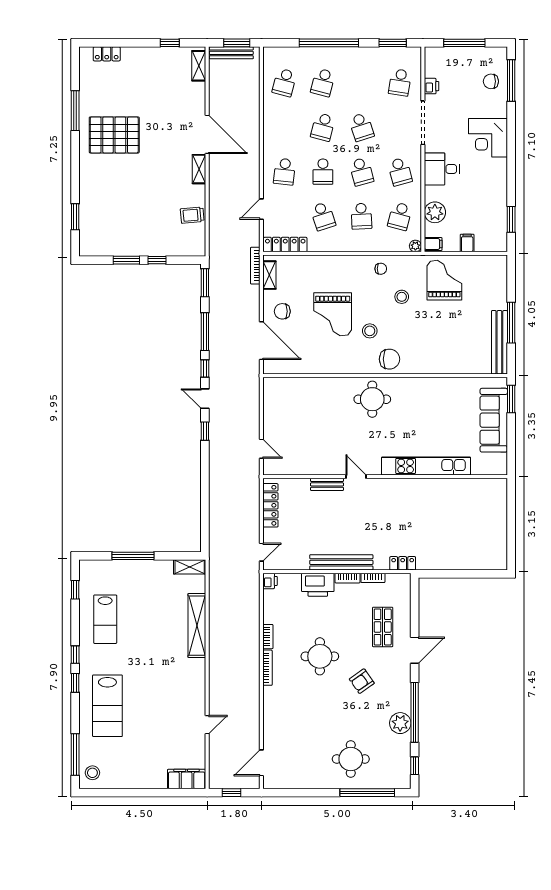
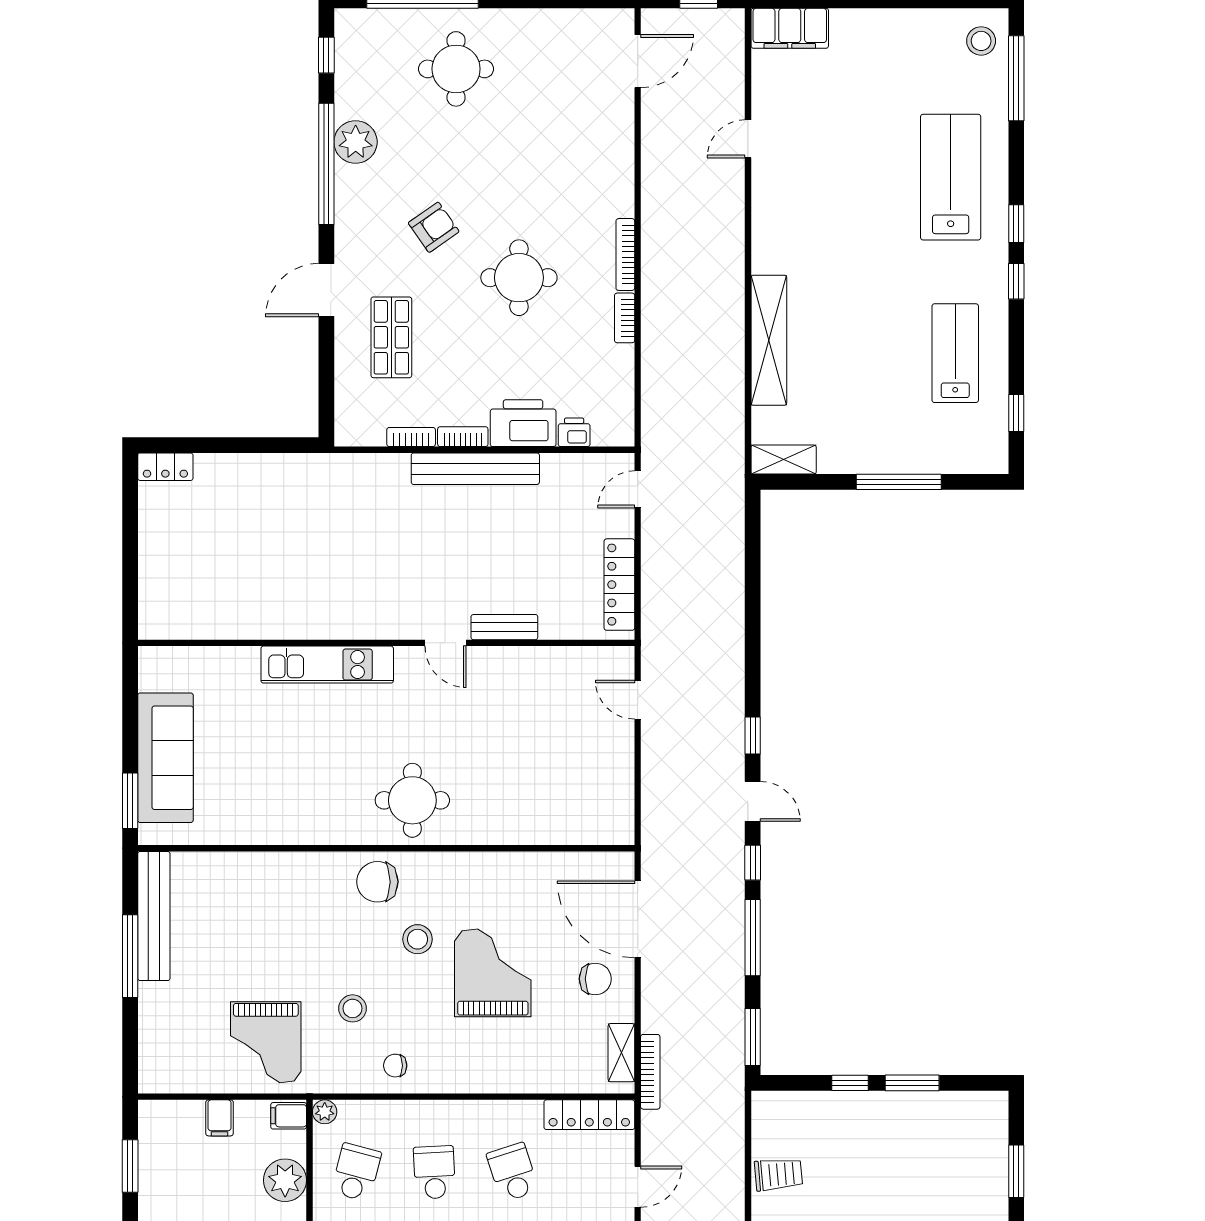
kitchen unit: (426, 466) -> (327, 665), width x0.73
locker: (403, 563) -> (165, 467), moved
printer: (270, 581) -> (574, 432), moved, turned 90

